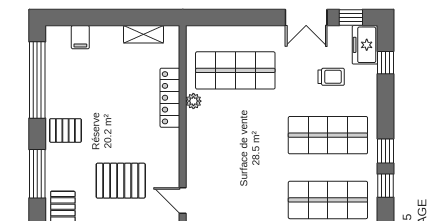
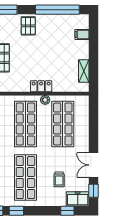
locker: (170, 98) -> (41, 86), width x0.66
shop shelf: (235, 135) -> (25, 124), added

